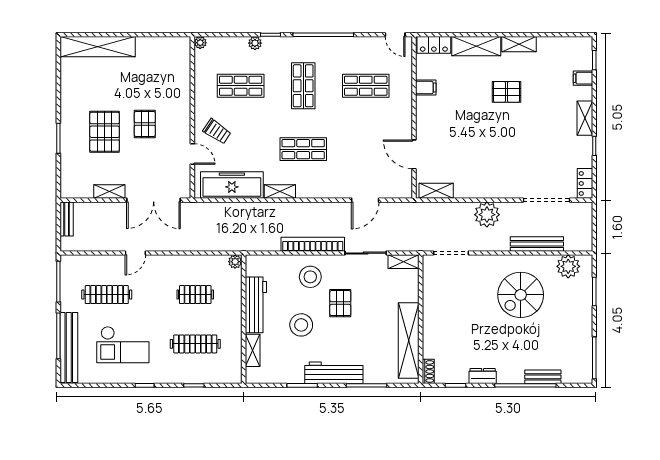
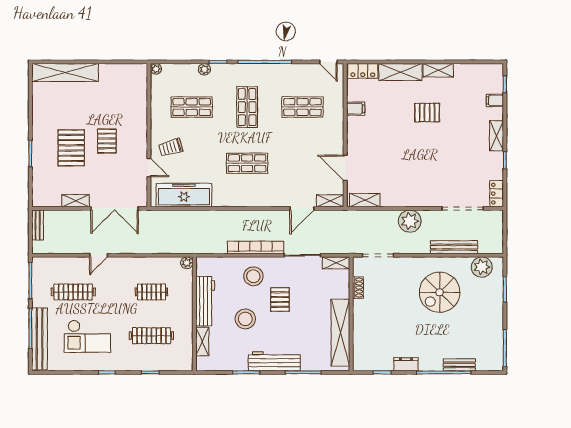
trolley: (217, 131) -> (171, 147), turned 130
shelving: (280, 192) -> (330, 201), moved
shoe rack: (428, 371) -> (358, 288), moved

